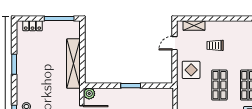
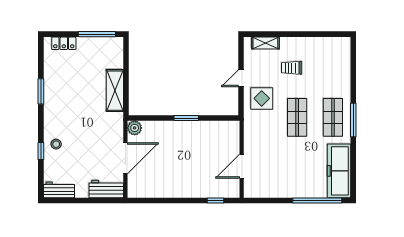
door: (174, 43) -> (241, 78), moved
shelving: (73, 64) -> (115, 91), width x0.68

